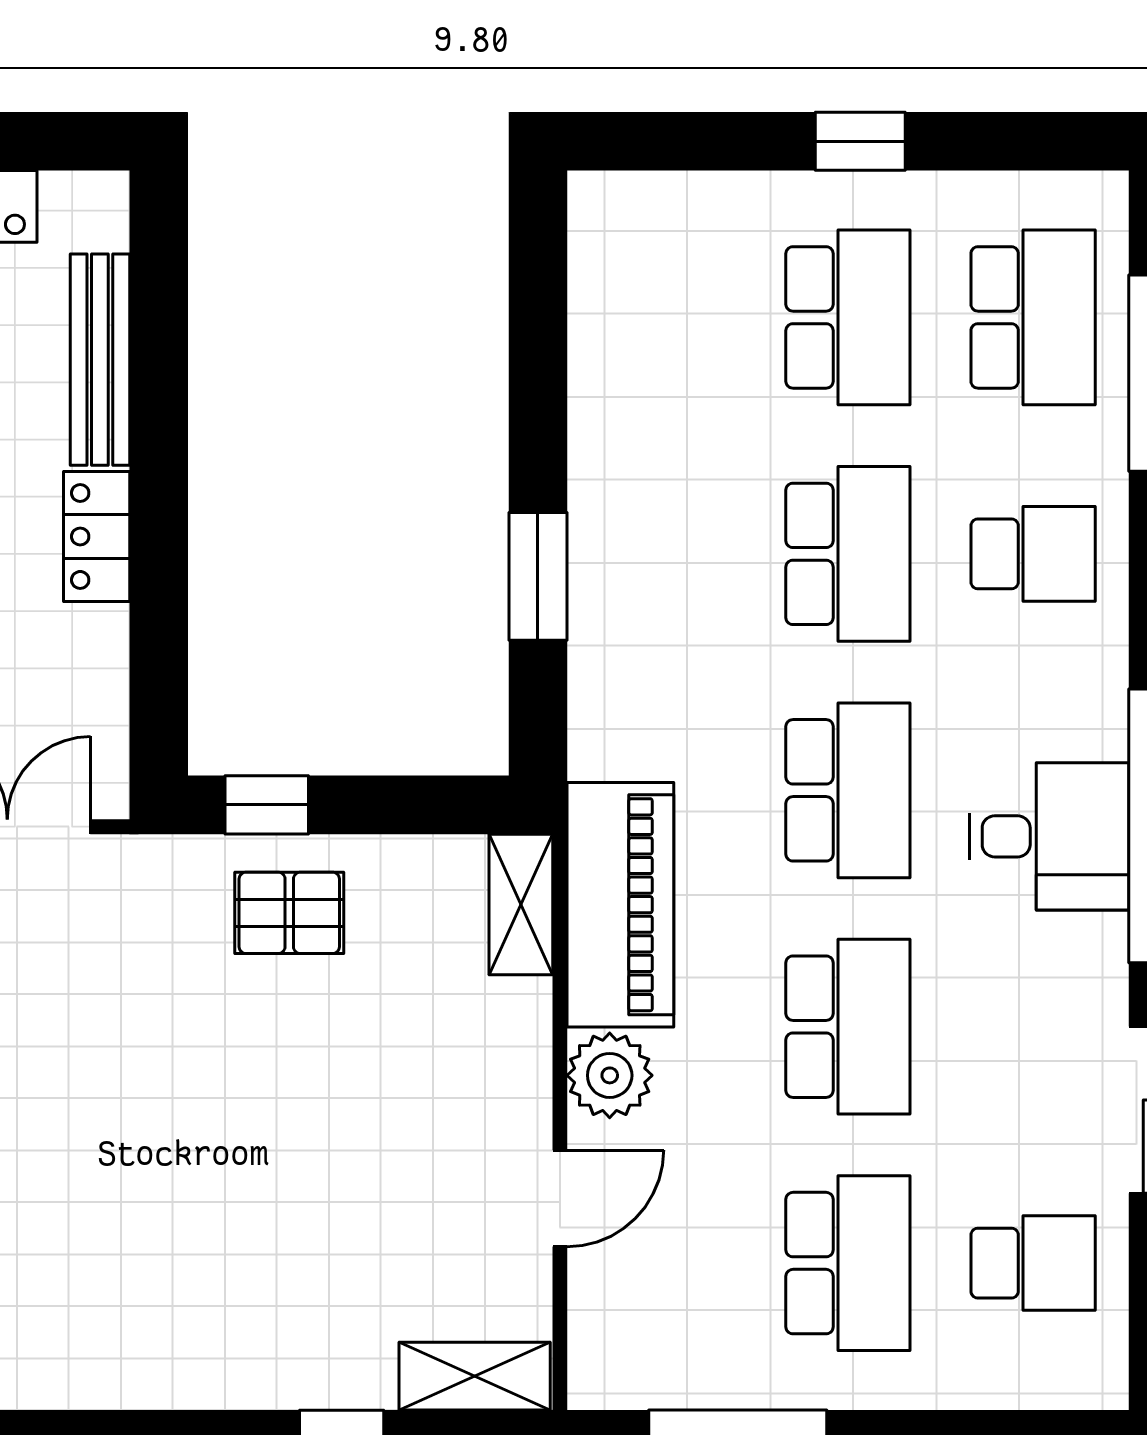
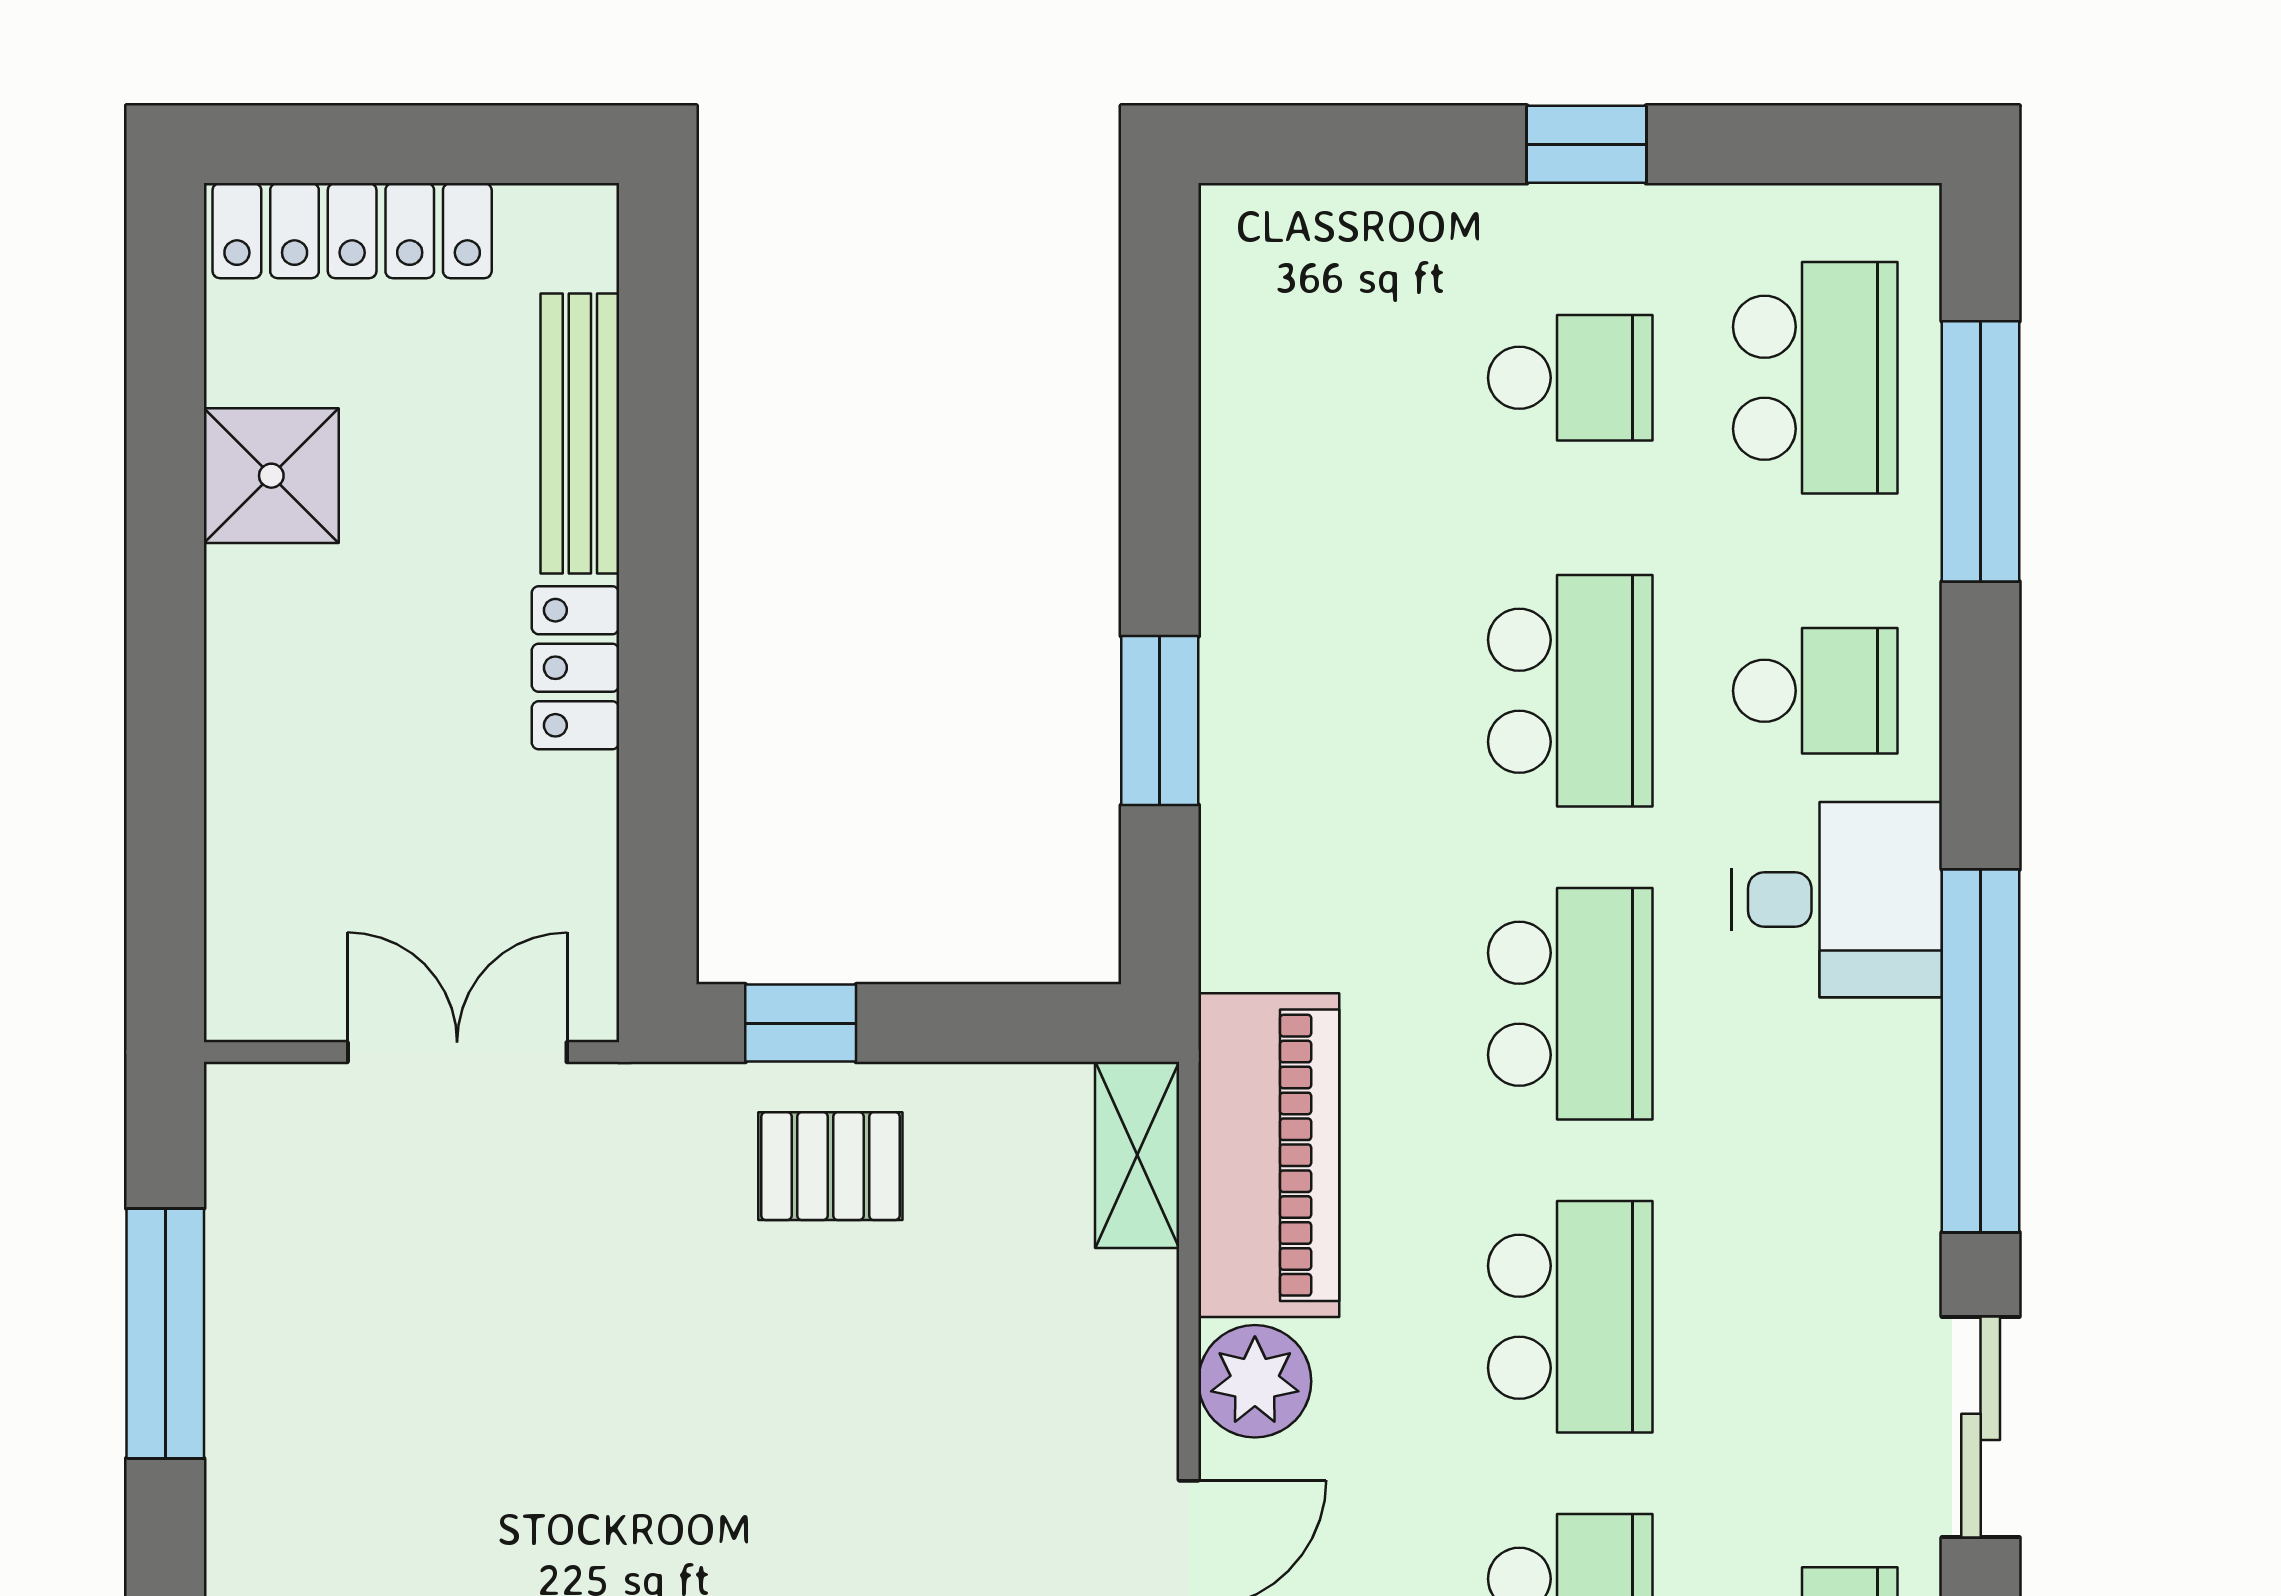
school desk: (848, 317) -> (1570, 378), width x0.54
desk: (1049, 836) -> (1837, 900), moved

